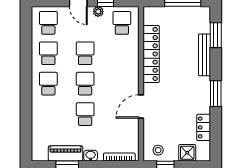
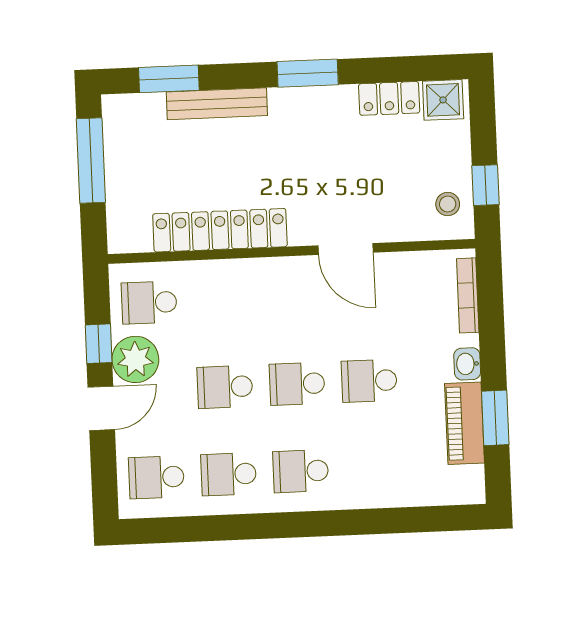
plant: (98, 12) -> (135, 359), width x1.87, depth x1.87
shower: (187, 153) -> (443, 100), moved

